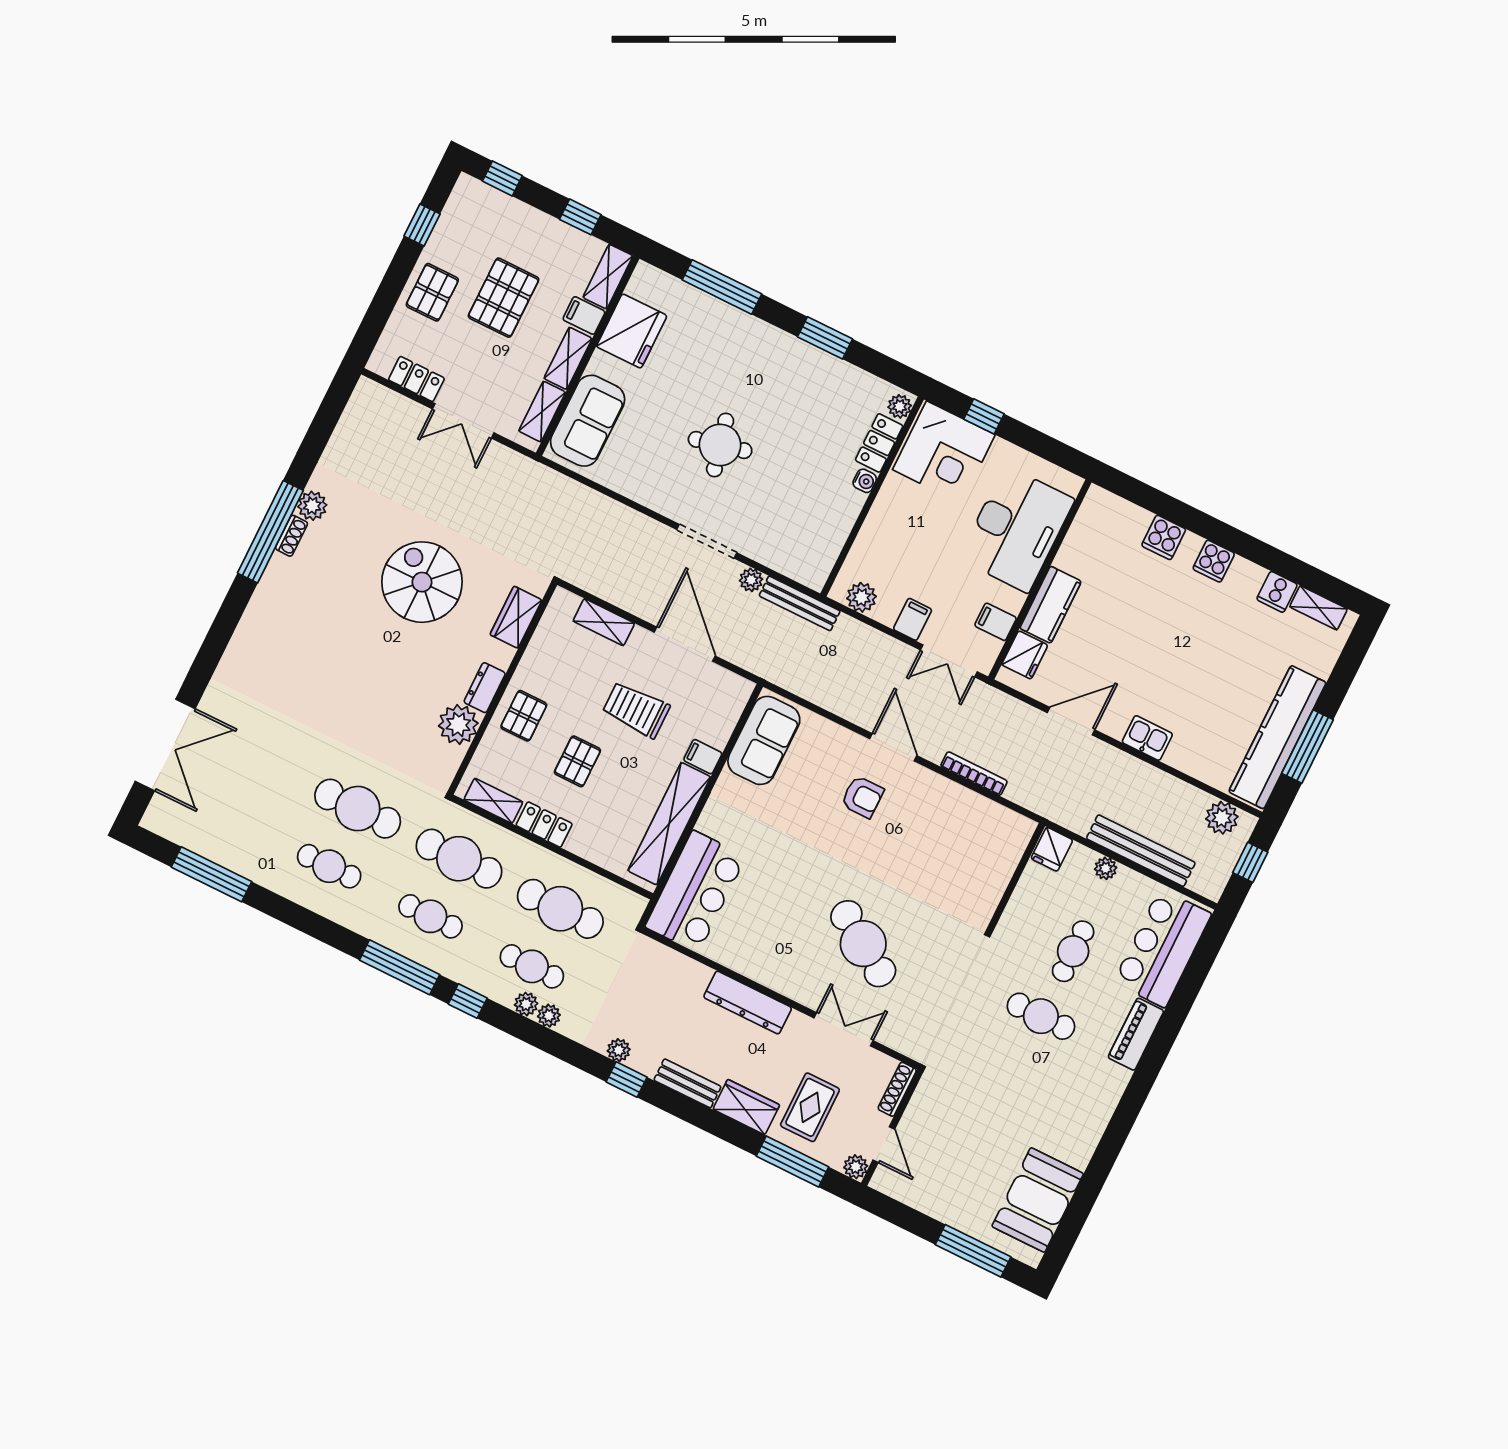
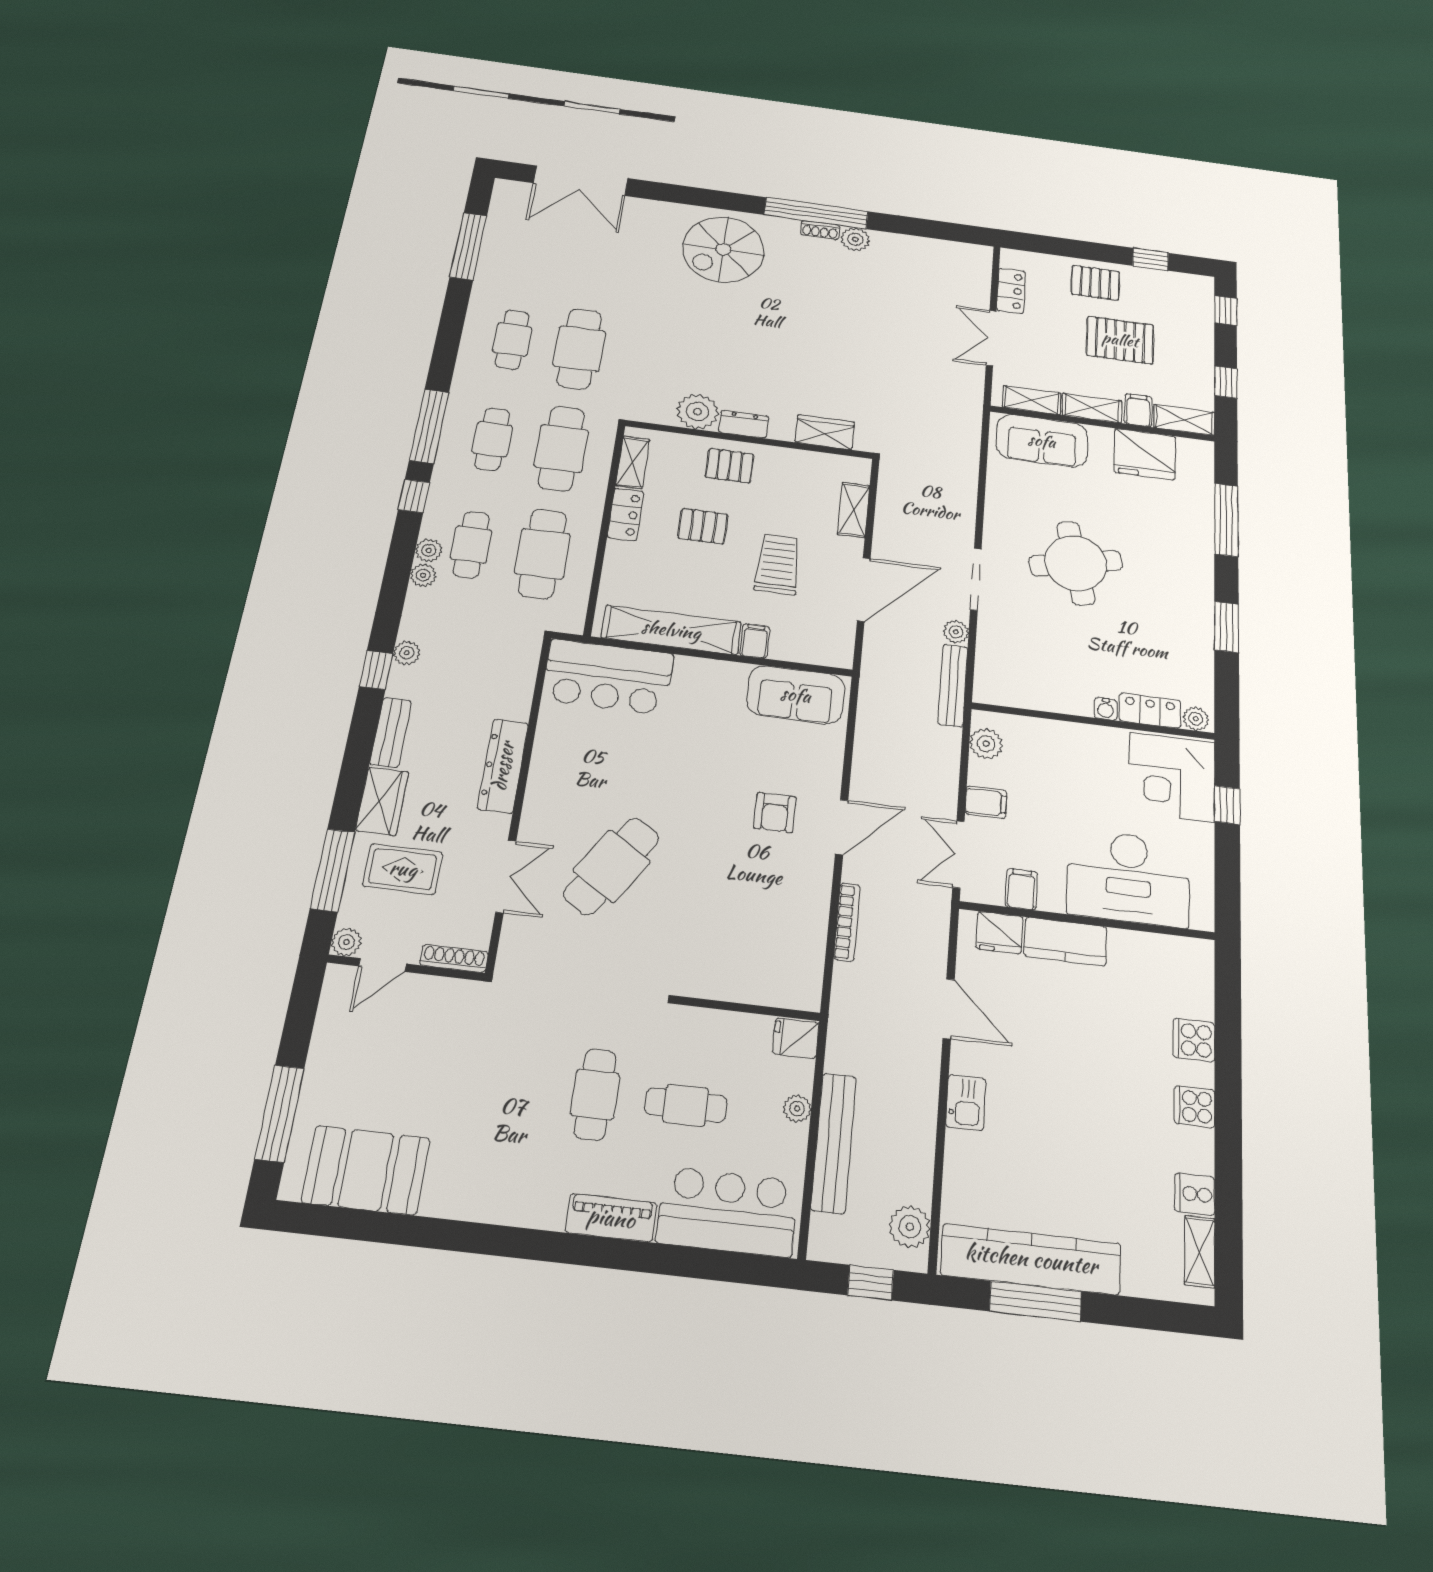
round table: (720, 445) -> (1076, 563), width x1.36, depth x1.36
spiral stairs: (422, 582) -> (723, 249), moved, turned 180

